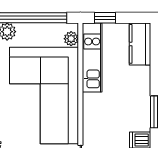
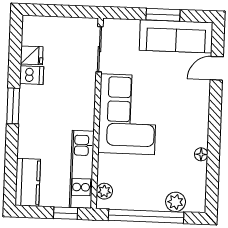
corner sofa: (44, 95) -> (128, 114), width x0.73, depth x0.74

